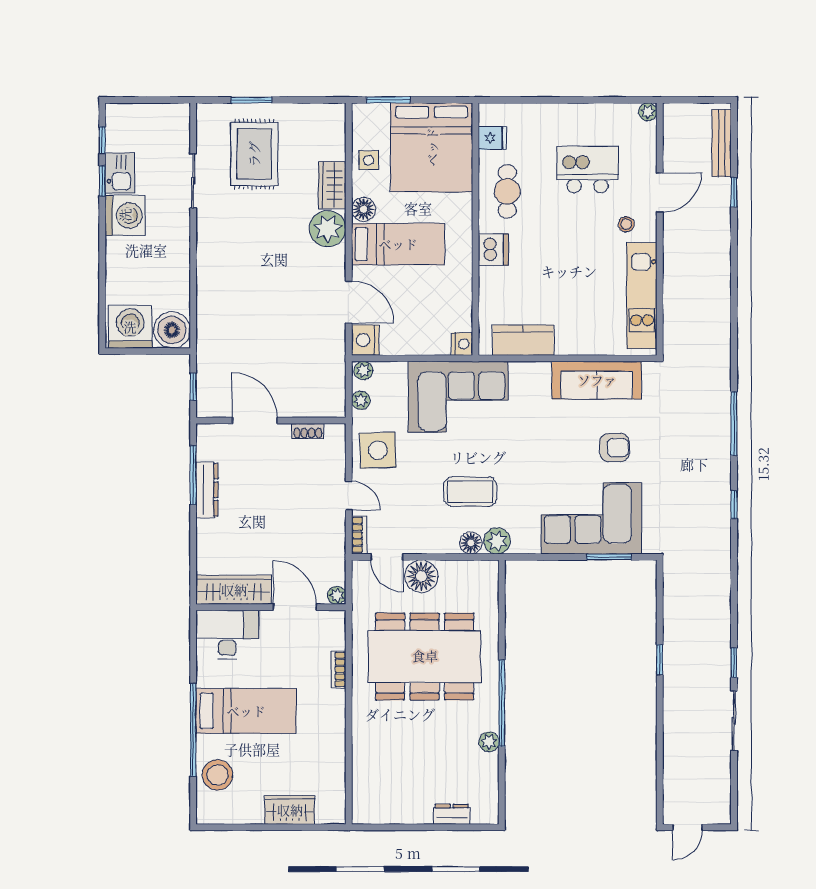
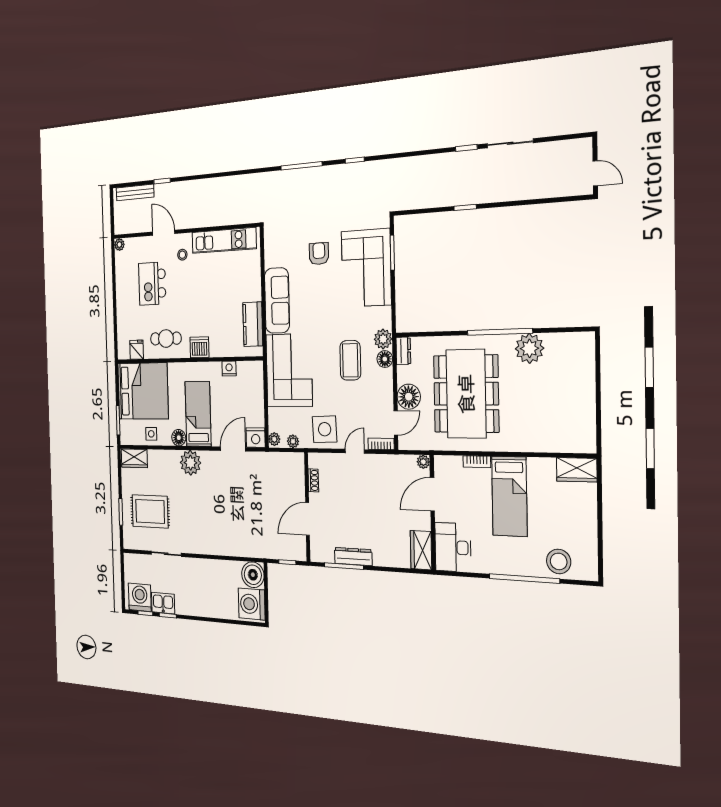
wardrobe: (332, 185) -> (134, 458), moved
washing machine: (125, 215) -> (140, 597), moved
nightstand: (462, 344) -> (229, 369), moved
sofa: (597, 380) -> (277, 300), moved
wardrobe: (234, 590) -> (421, 550), width x0.67
bed: (246, 711) -> (509, 496), moved, turned 180
plant: (489, 742) -> (529, 348), width x1.88, depth x1.88
wardrobe: (290, 810) -> (577, 470), moved, turned -90
dresser: (452, 814) -> (403, 351), moved, turned 180

